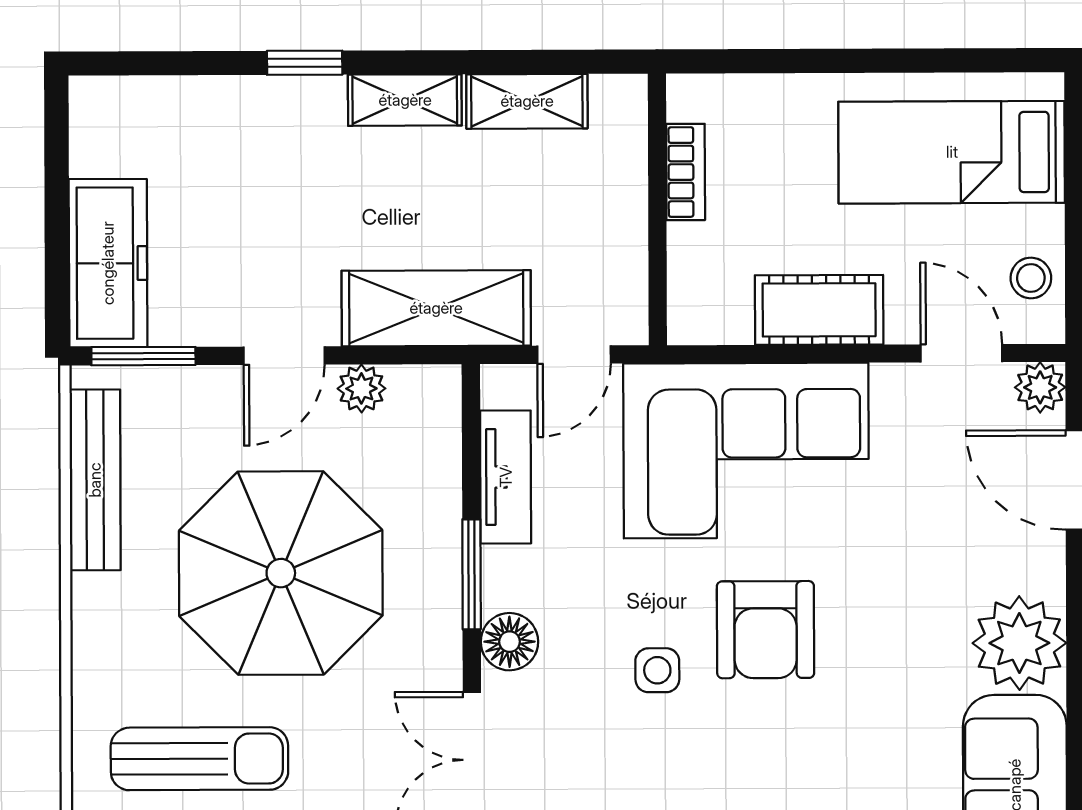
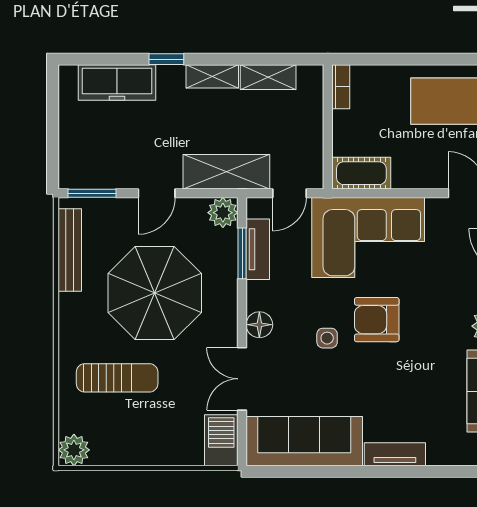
bookcase: (686, 172) -> (341, 87), moved
freezer: (108, 263) -> (117, 83), moved, turned 90
cot: (819, 310) -> (361, 173), moved
plant: (361, 388) -> (223, 213), moved, width x1.38, depth x1.38
window: (472, 574) -> (242, 253), moved
armchair: (766, 630) -> (377, 320), turned 90

